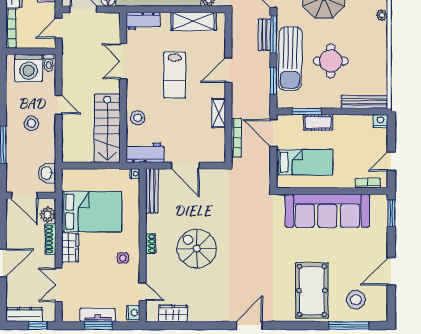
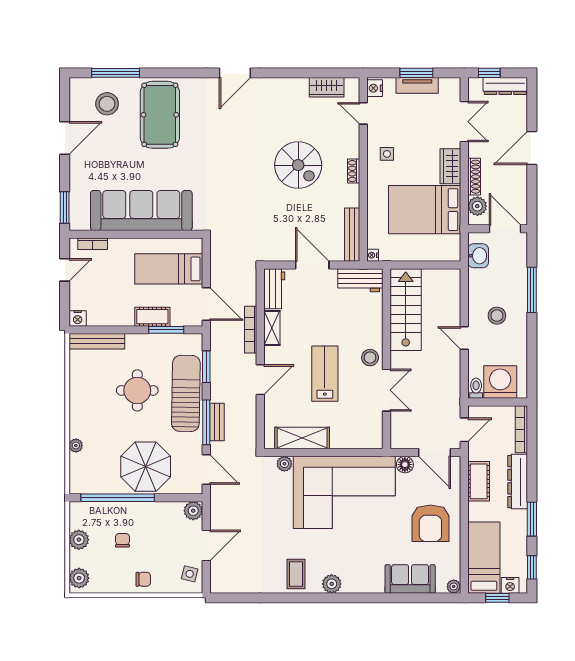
workbench: (143, 21) -> (274, 289), moved, turned 90
stool: (138, 118) -> (370, 358), moved
bookcase: (236, 138) -> (251, 330), moved

